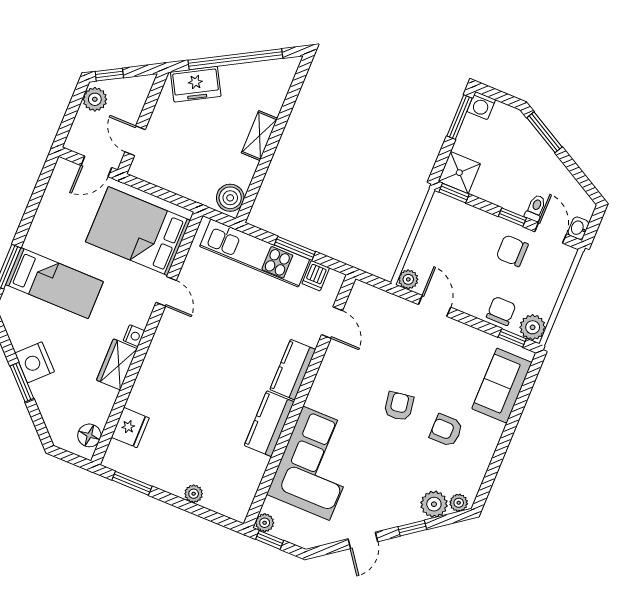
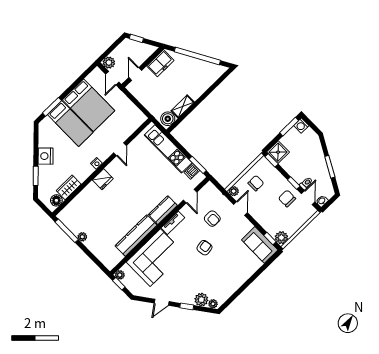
freezer: (196, 84) -> (160, 63), moved, turned -61
plant: (95, 99) -> (109, 63), moved
window: (545, 132) -> (330, 167), moved
shelving: (259, 136) -> (183, 106), moved
door: (96, 166) -> (112, 78), hinge flipped
bed: (138, 231) -> (89, 105), moved, turned 180
window: (295, 248) -> (198, 165), moved
chair: (501, 311) -> (256, 183), moved
wardrobe: (117, 364) -> (69, 187), moved
window: (22, 382) -> (36, 176), moved
tv unit: (321, 385) -> (173, 223), added
sofa: (502, 386) -> (260, 245), moved, turned -90
kitchen counter: (269, 424) -> (136, 235), width x1.50
fridge: (130, 428) -> (103, 179), moved
armchair: (446, 430) -> (212, 219), moved, turned 180
window: (132, 483) -> (67, 231), width x1.44
plant: (194, 494) -> (82, 237), moved

